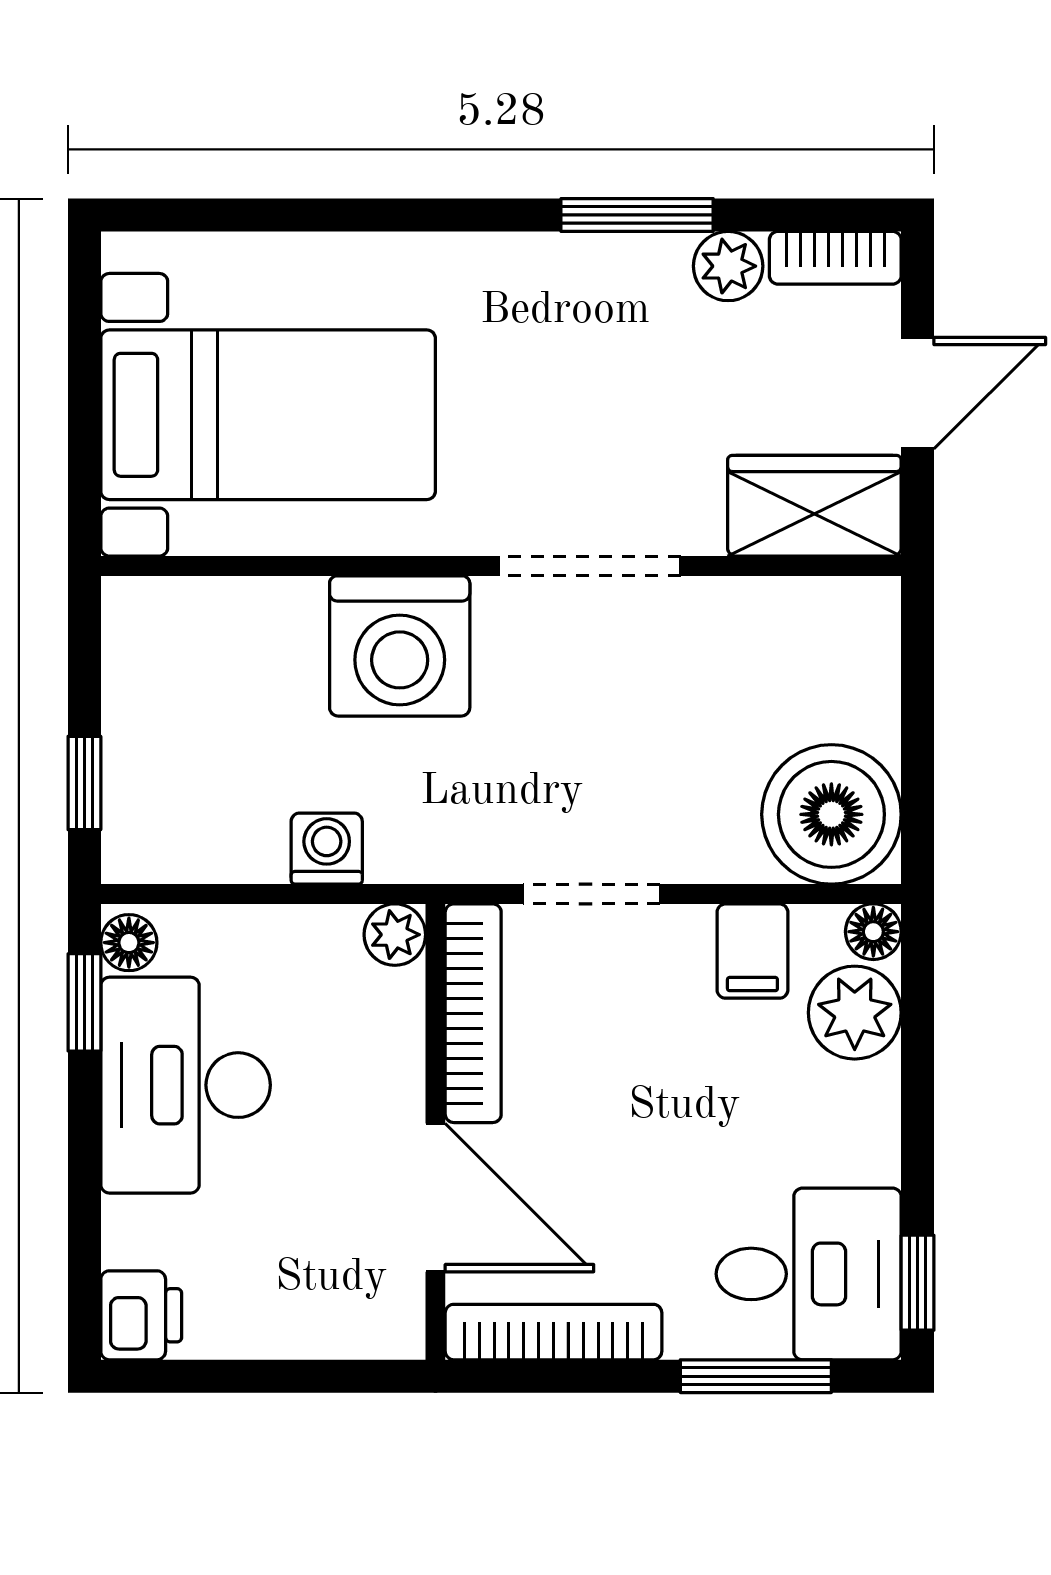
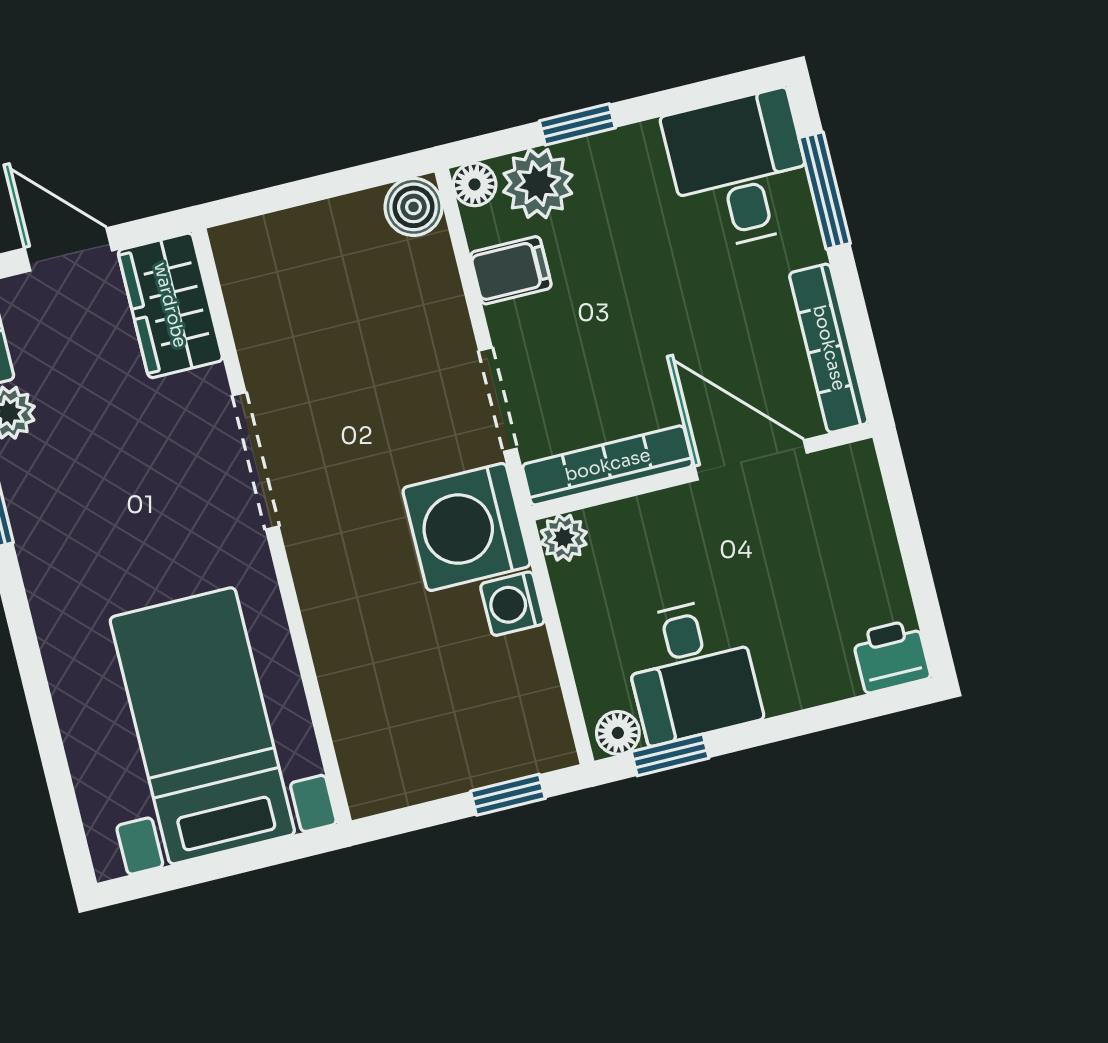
washing machine: (400, 646) -> (467, 527), moved, turned 180
boiler: (831, 814) -> (414, 207), width x0.54, depth x0.54
desk: (186, 1085) -> (691, 670), width x0.73
door: (435, 1198) -> (751, 460), hinge flipped
window: (918, 1283) -> (577, 124), moved

